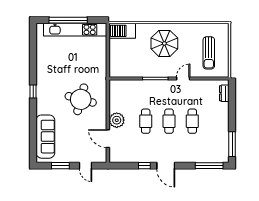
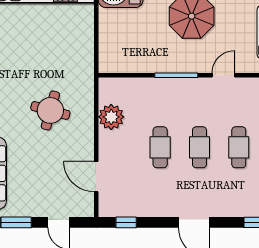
round table: (81, 99) -> (50, 110), width x0.73, depth x0.73
plant: (117, 120) -> (111, 117), moved
window: (144, 166) -> (126, 222), moved

